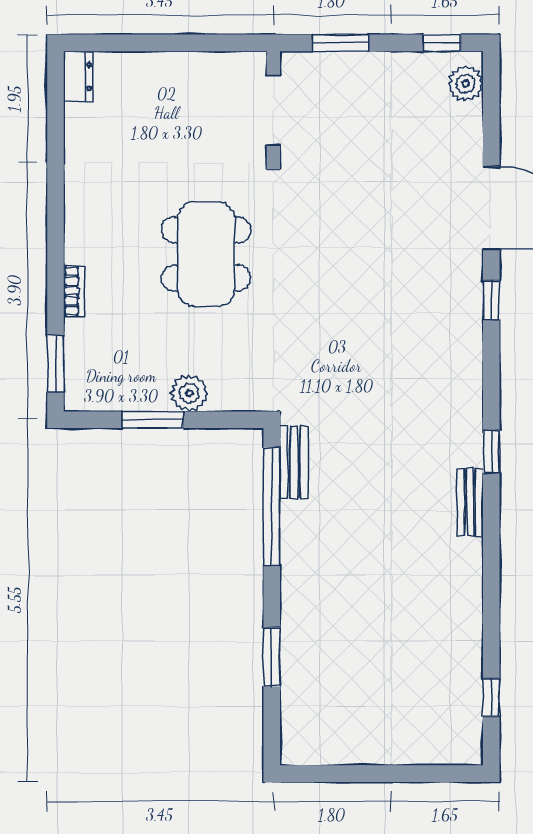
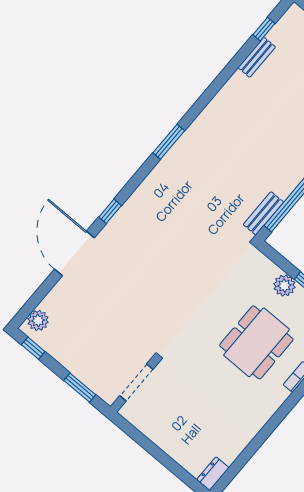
dining table: (206, 254) -> (256, 342), moved
window: (491, 452) -> (169, 142), width x1.50
bench: (470, 502) -> (257, 57), moved

